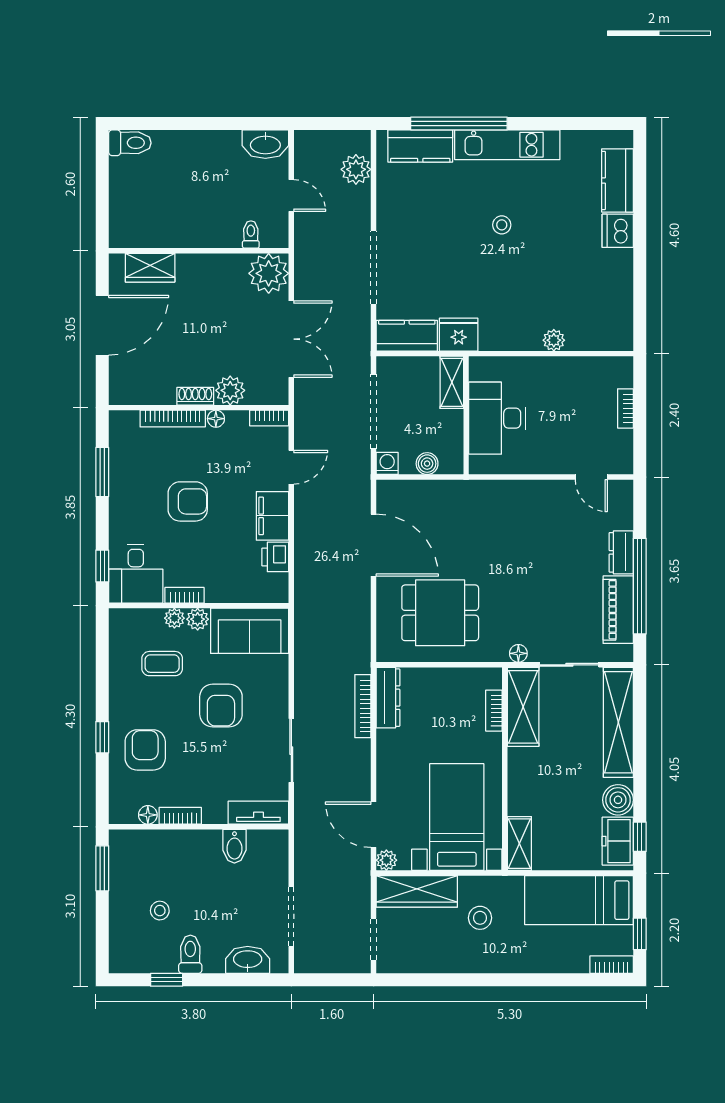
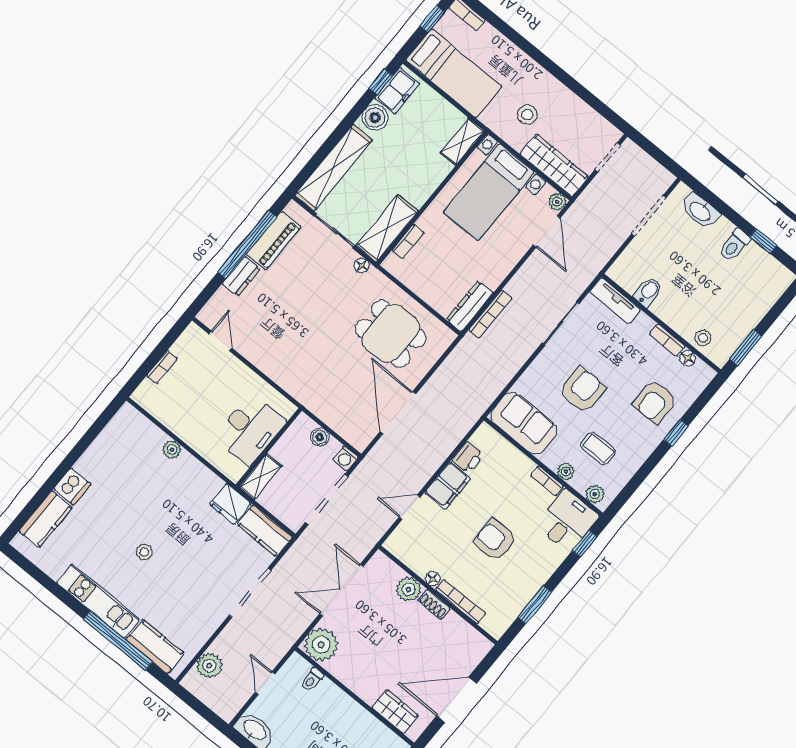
bookcase: (269, 418) -> (398, 551), removed
plant: (198, 619) -> (595, 494), moved
stool: (160, 911) -> (703, 338), moved

